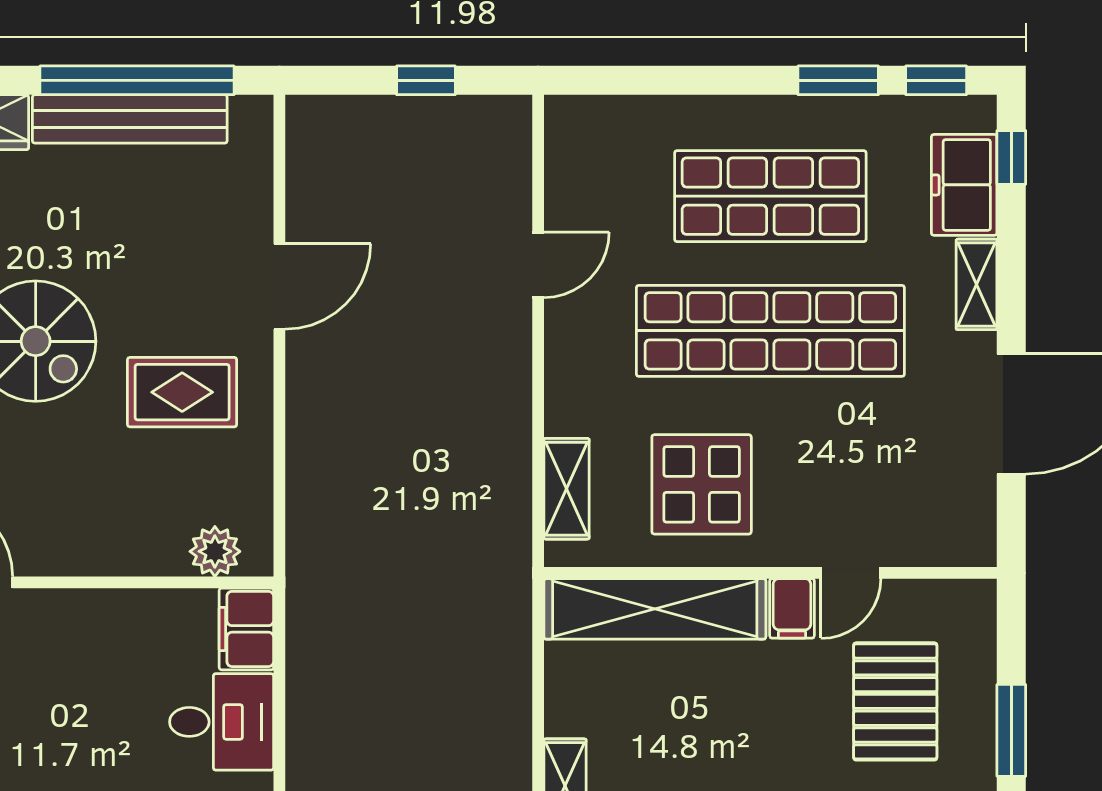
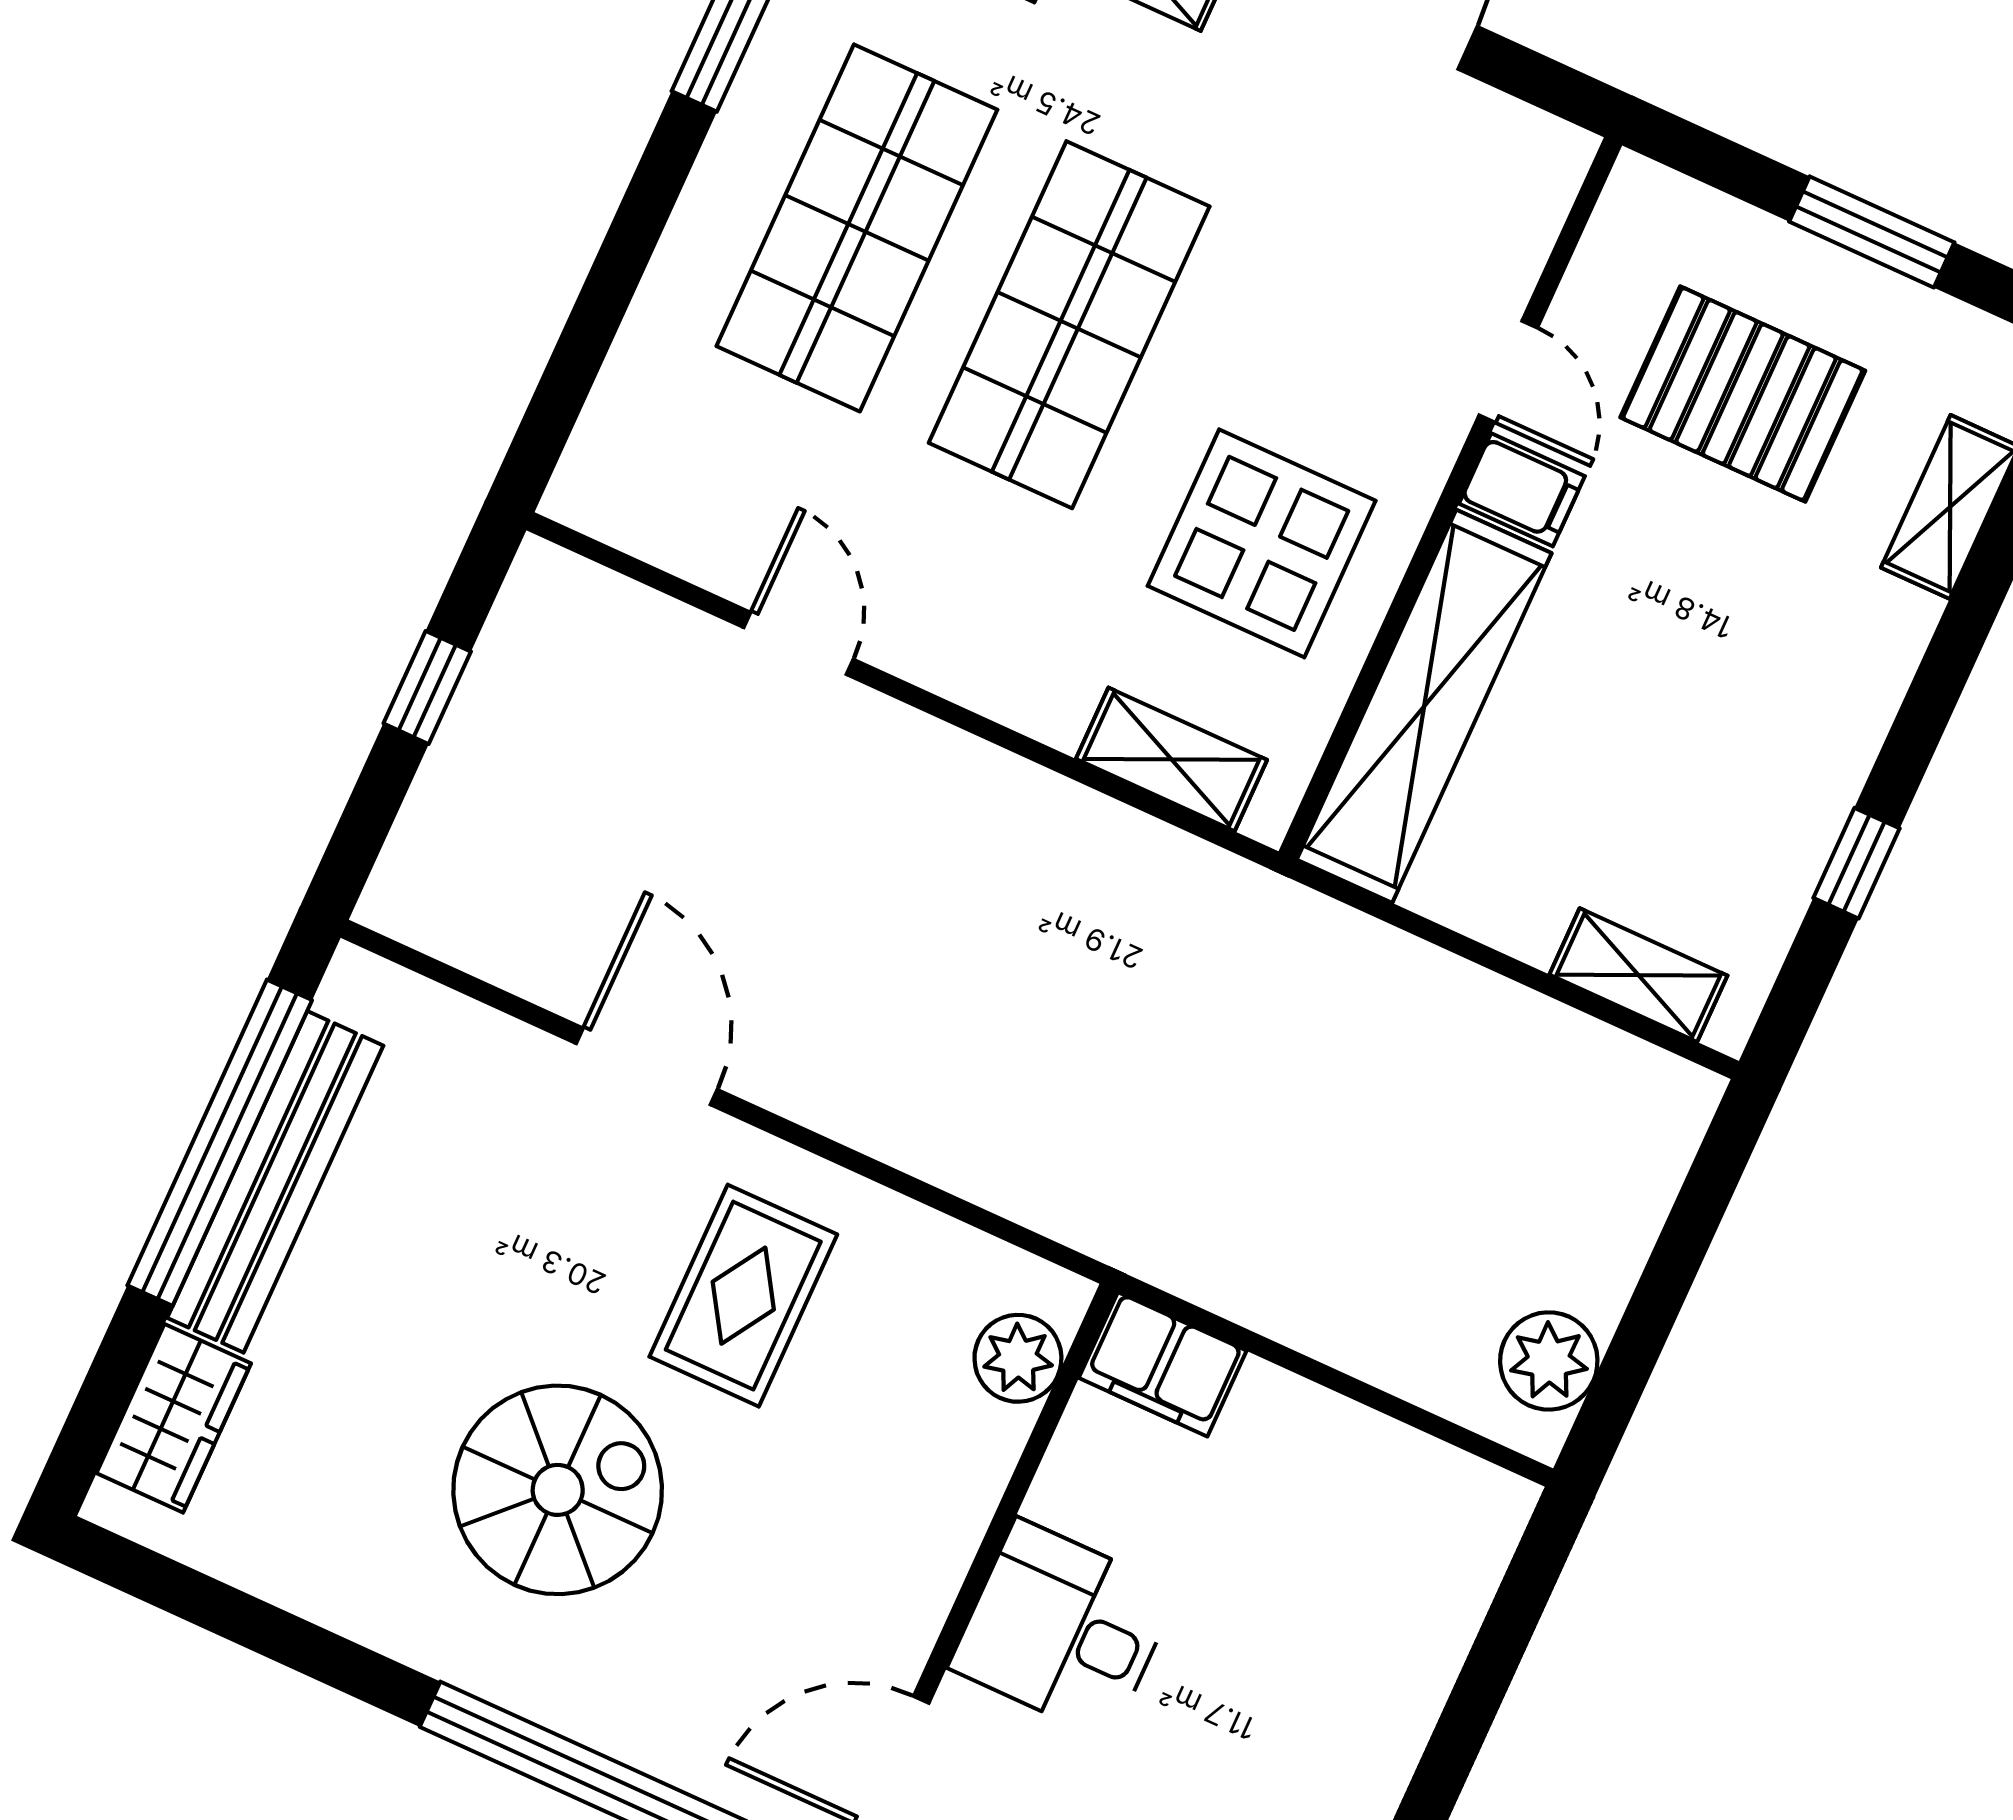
shop shelf: (770, 331) -> (1069, 325), width x0.71
desk: (222, 722) -> (1063, 1629), moved, turned -90

